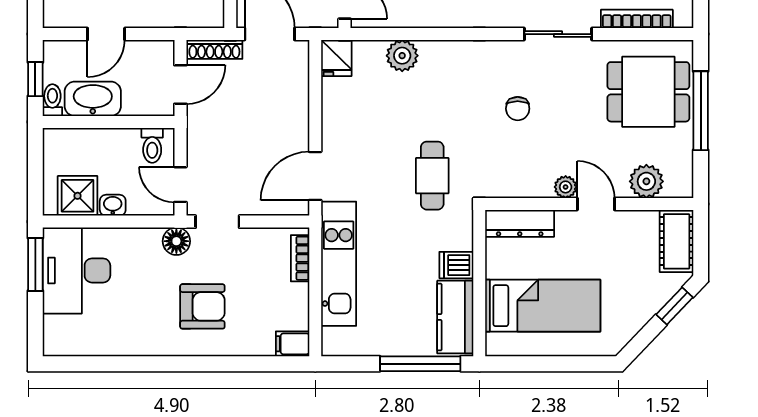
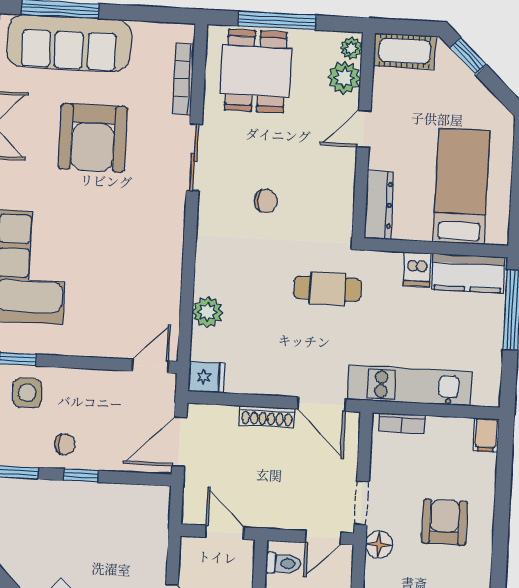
shoe rack: (214, 49) -> (267, 416), moved, turned 90
plant: (566, 187) -> (351, 48), moved

